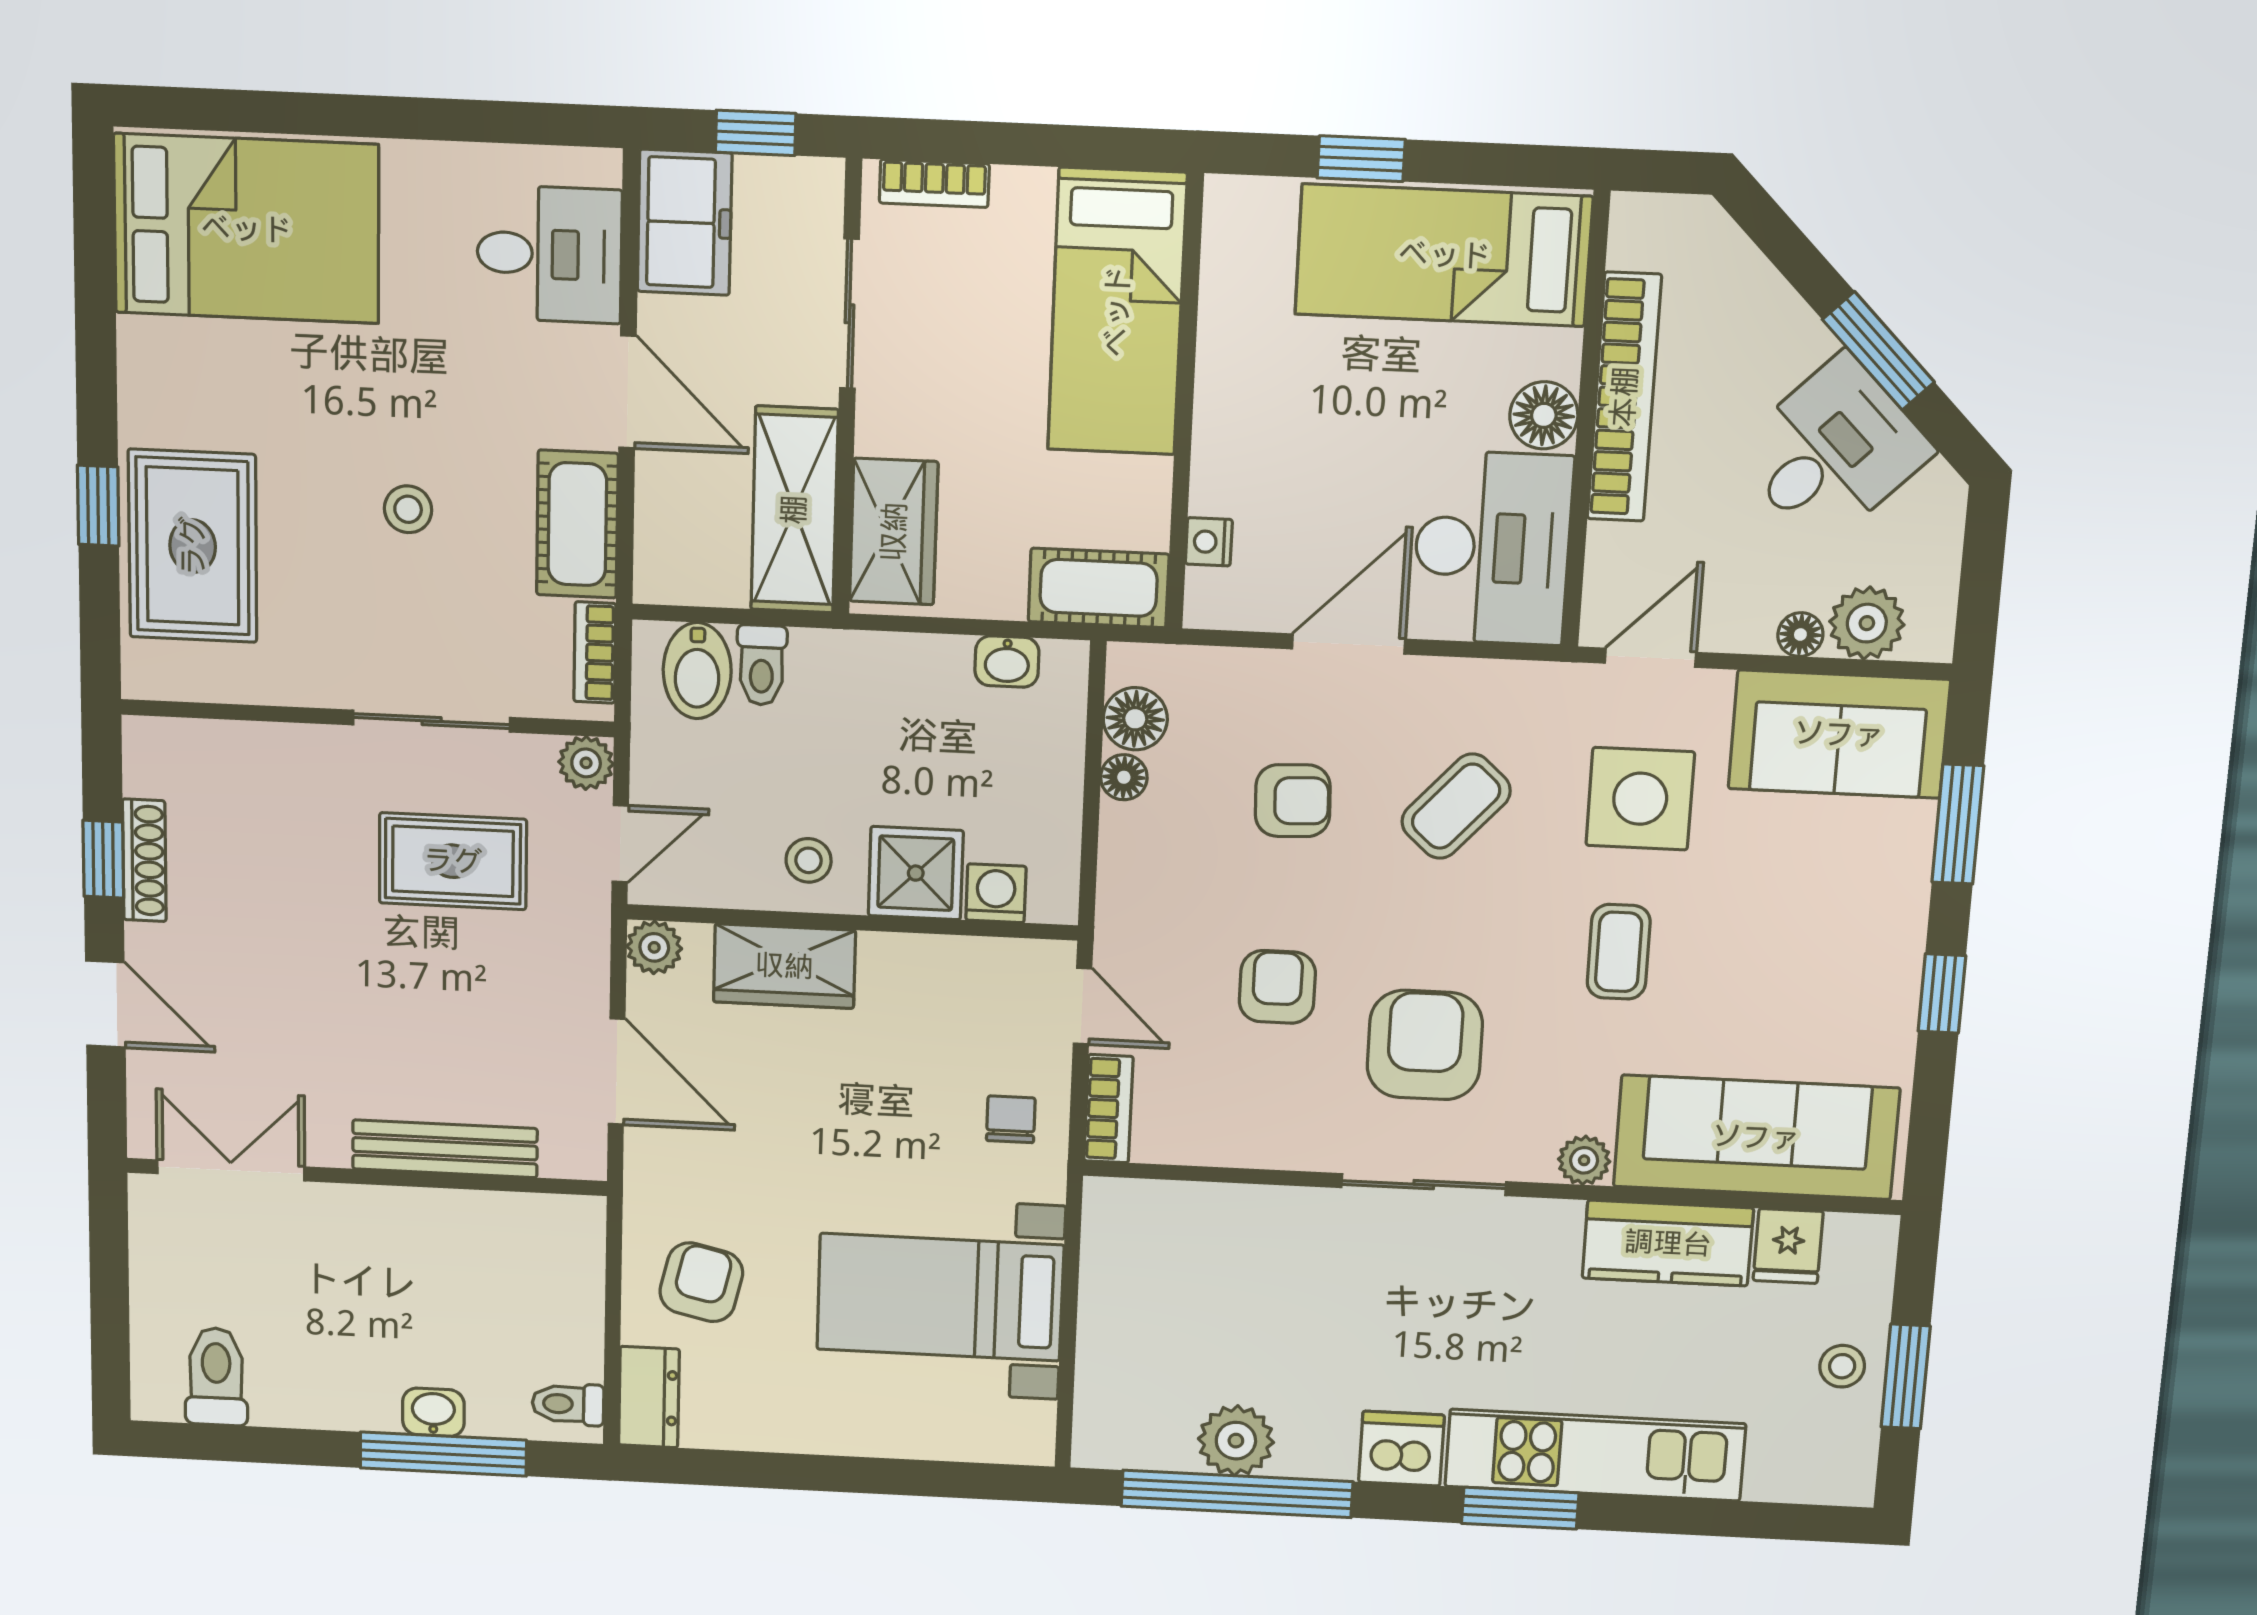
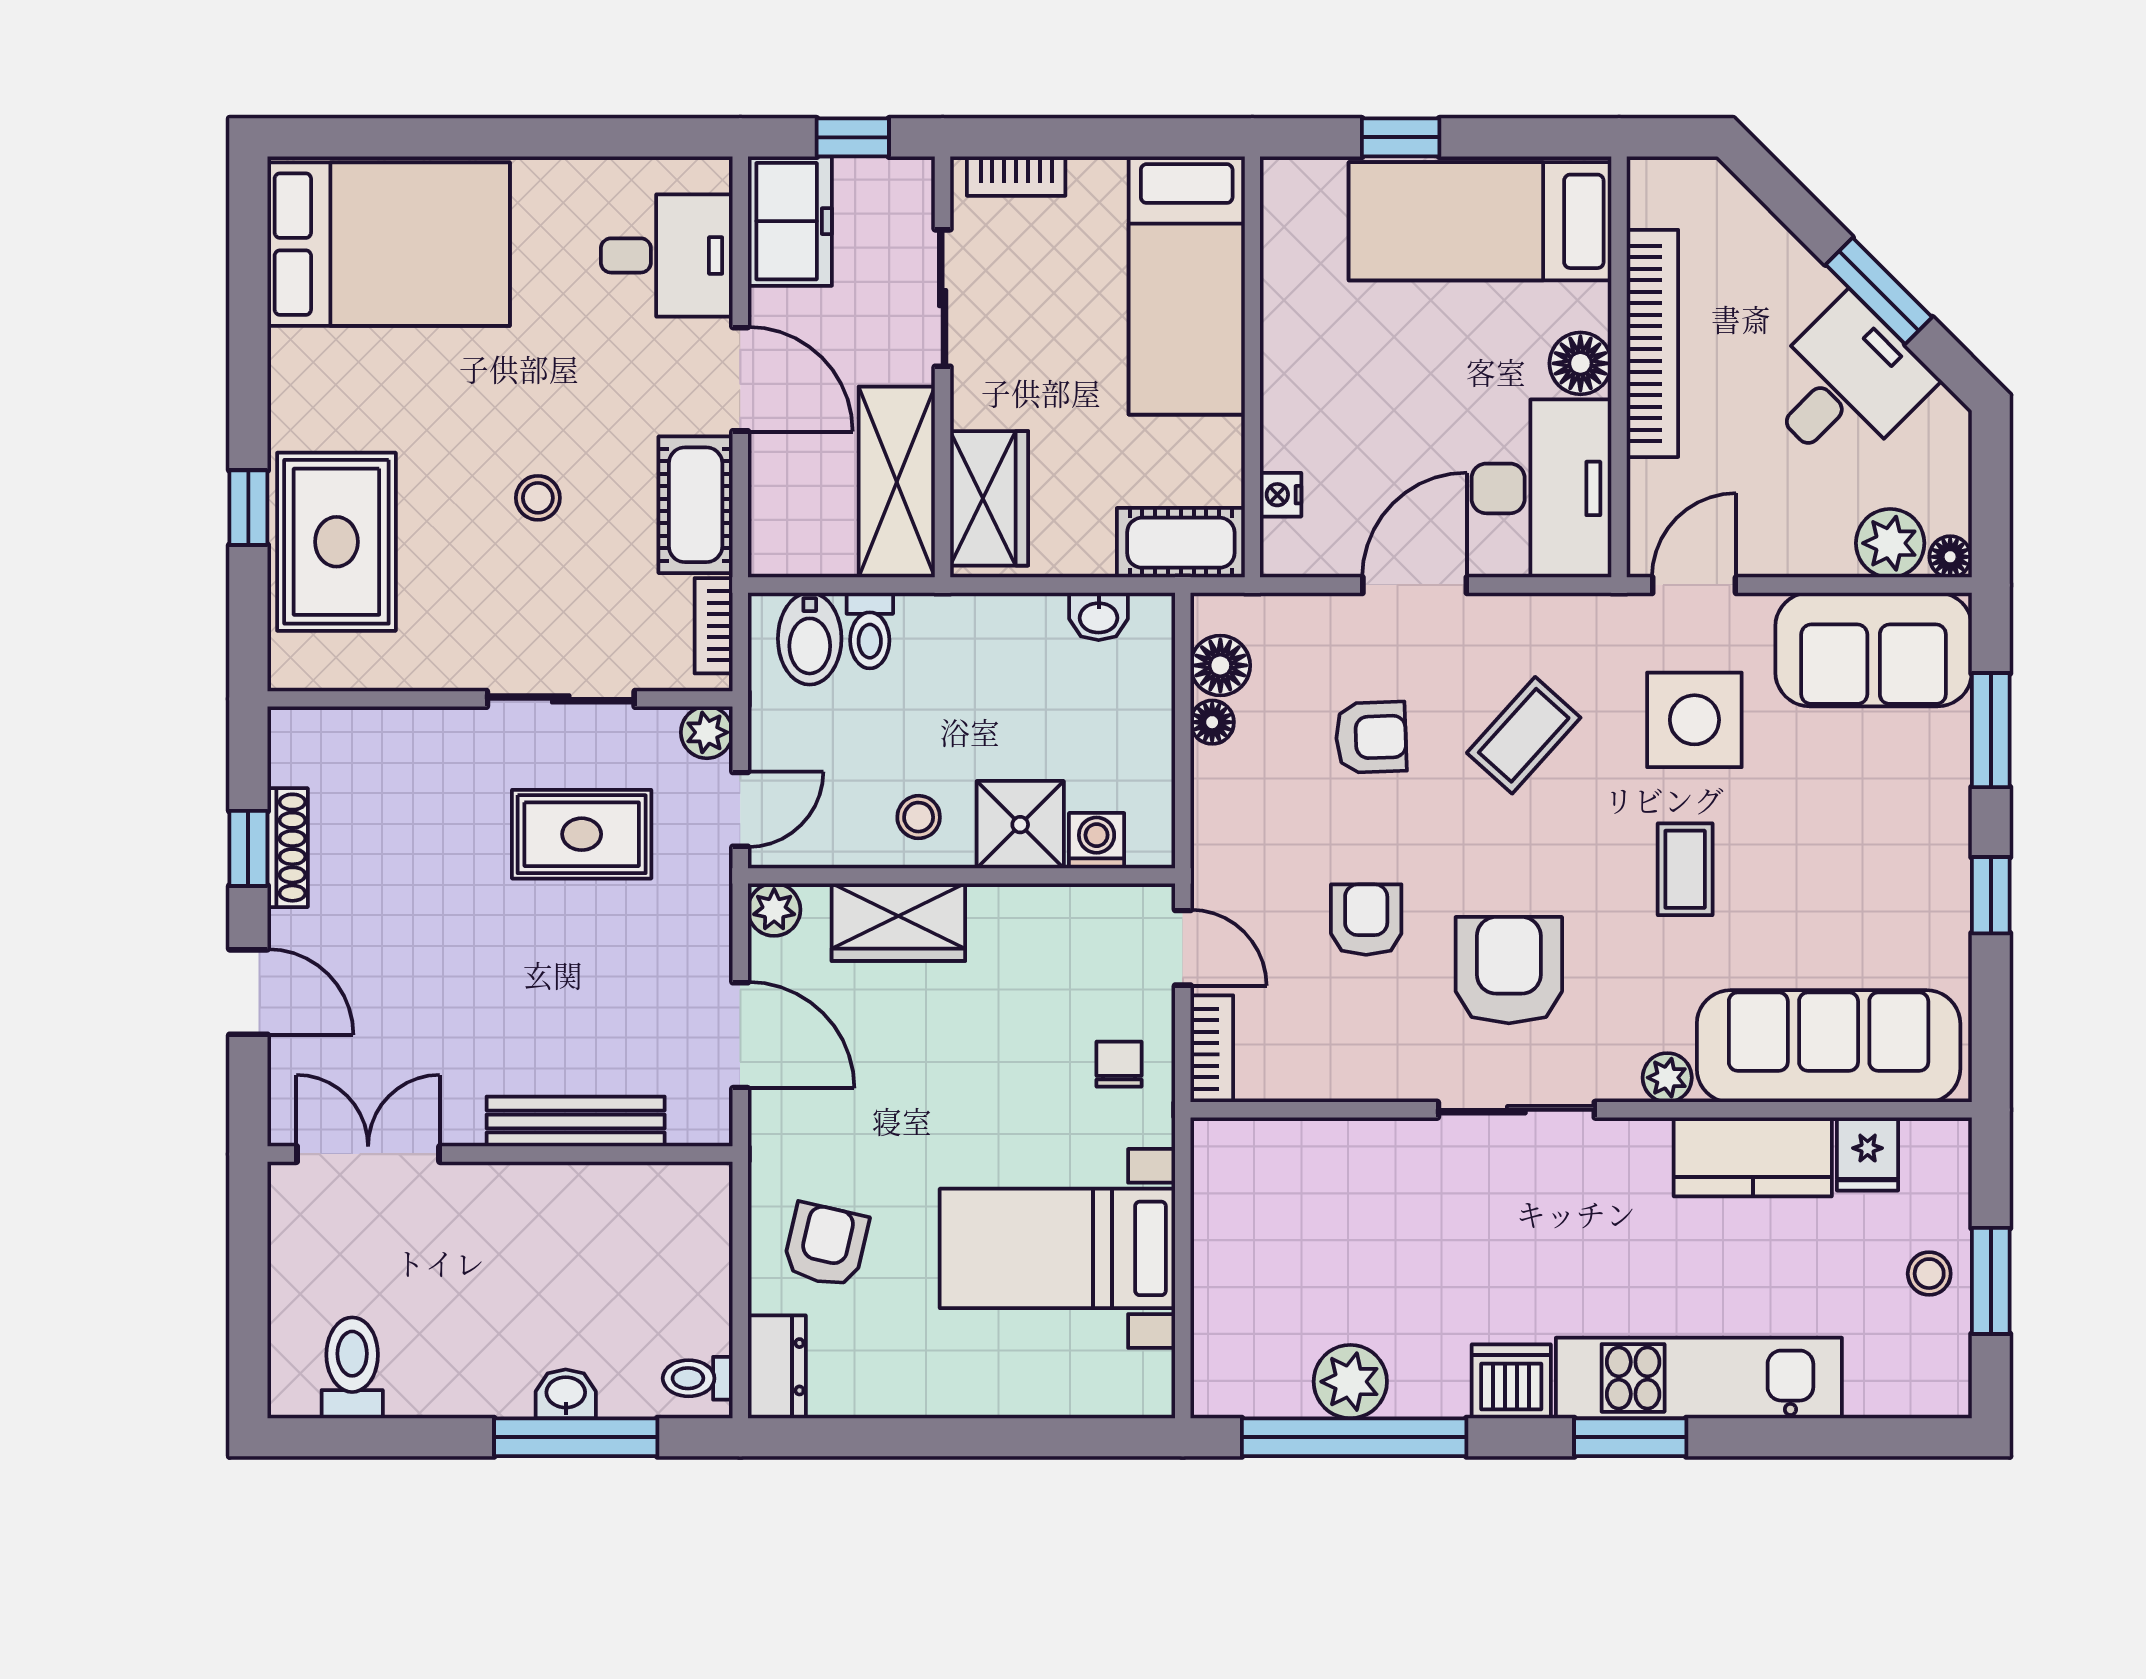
floor lamp: (1800, 635) -> (1950, 557), moved

